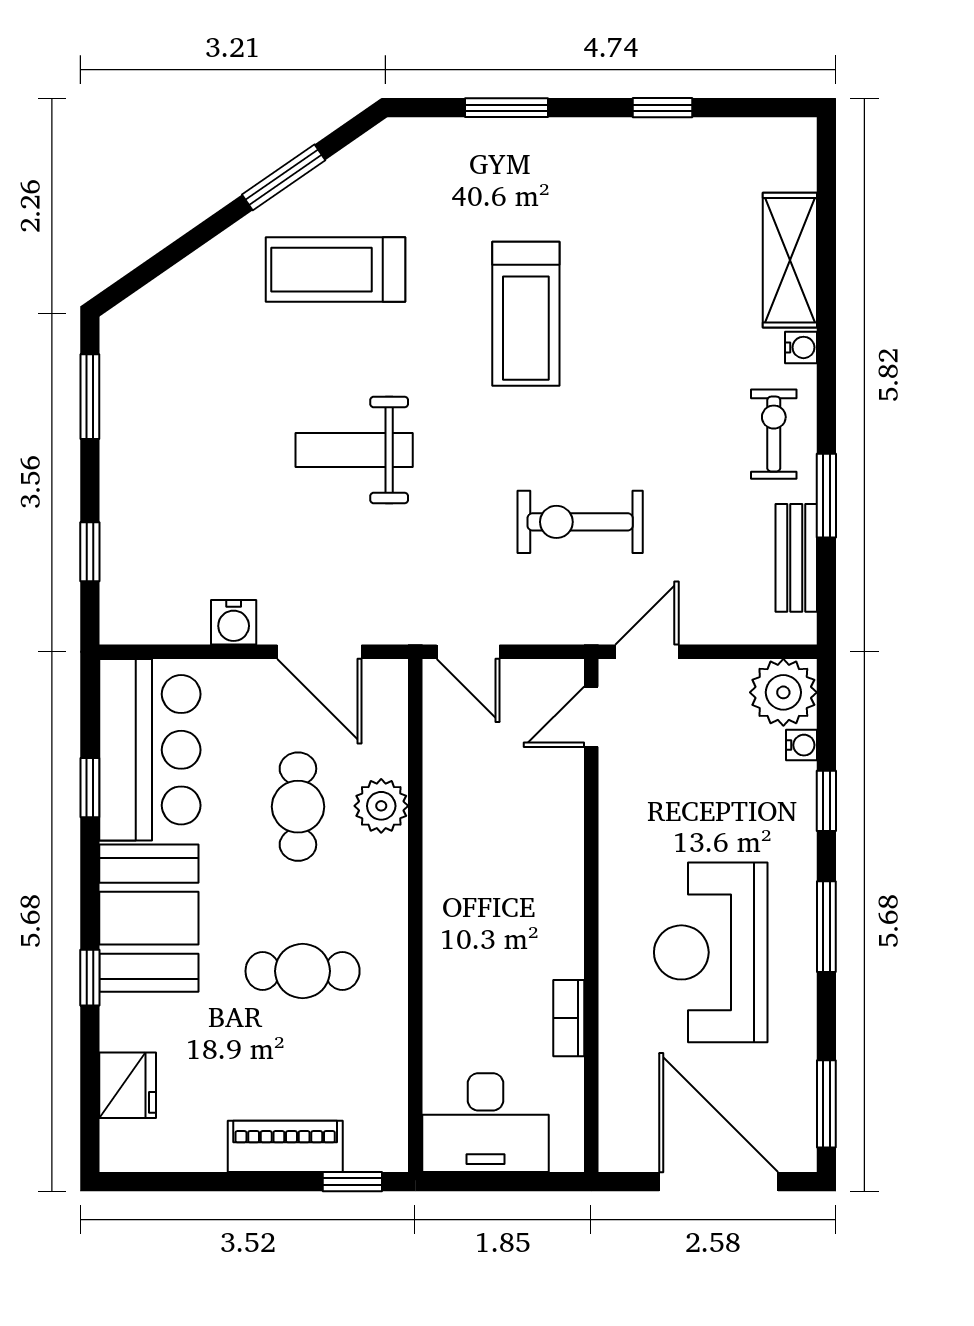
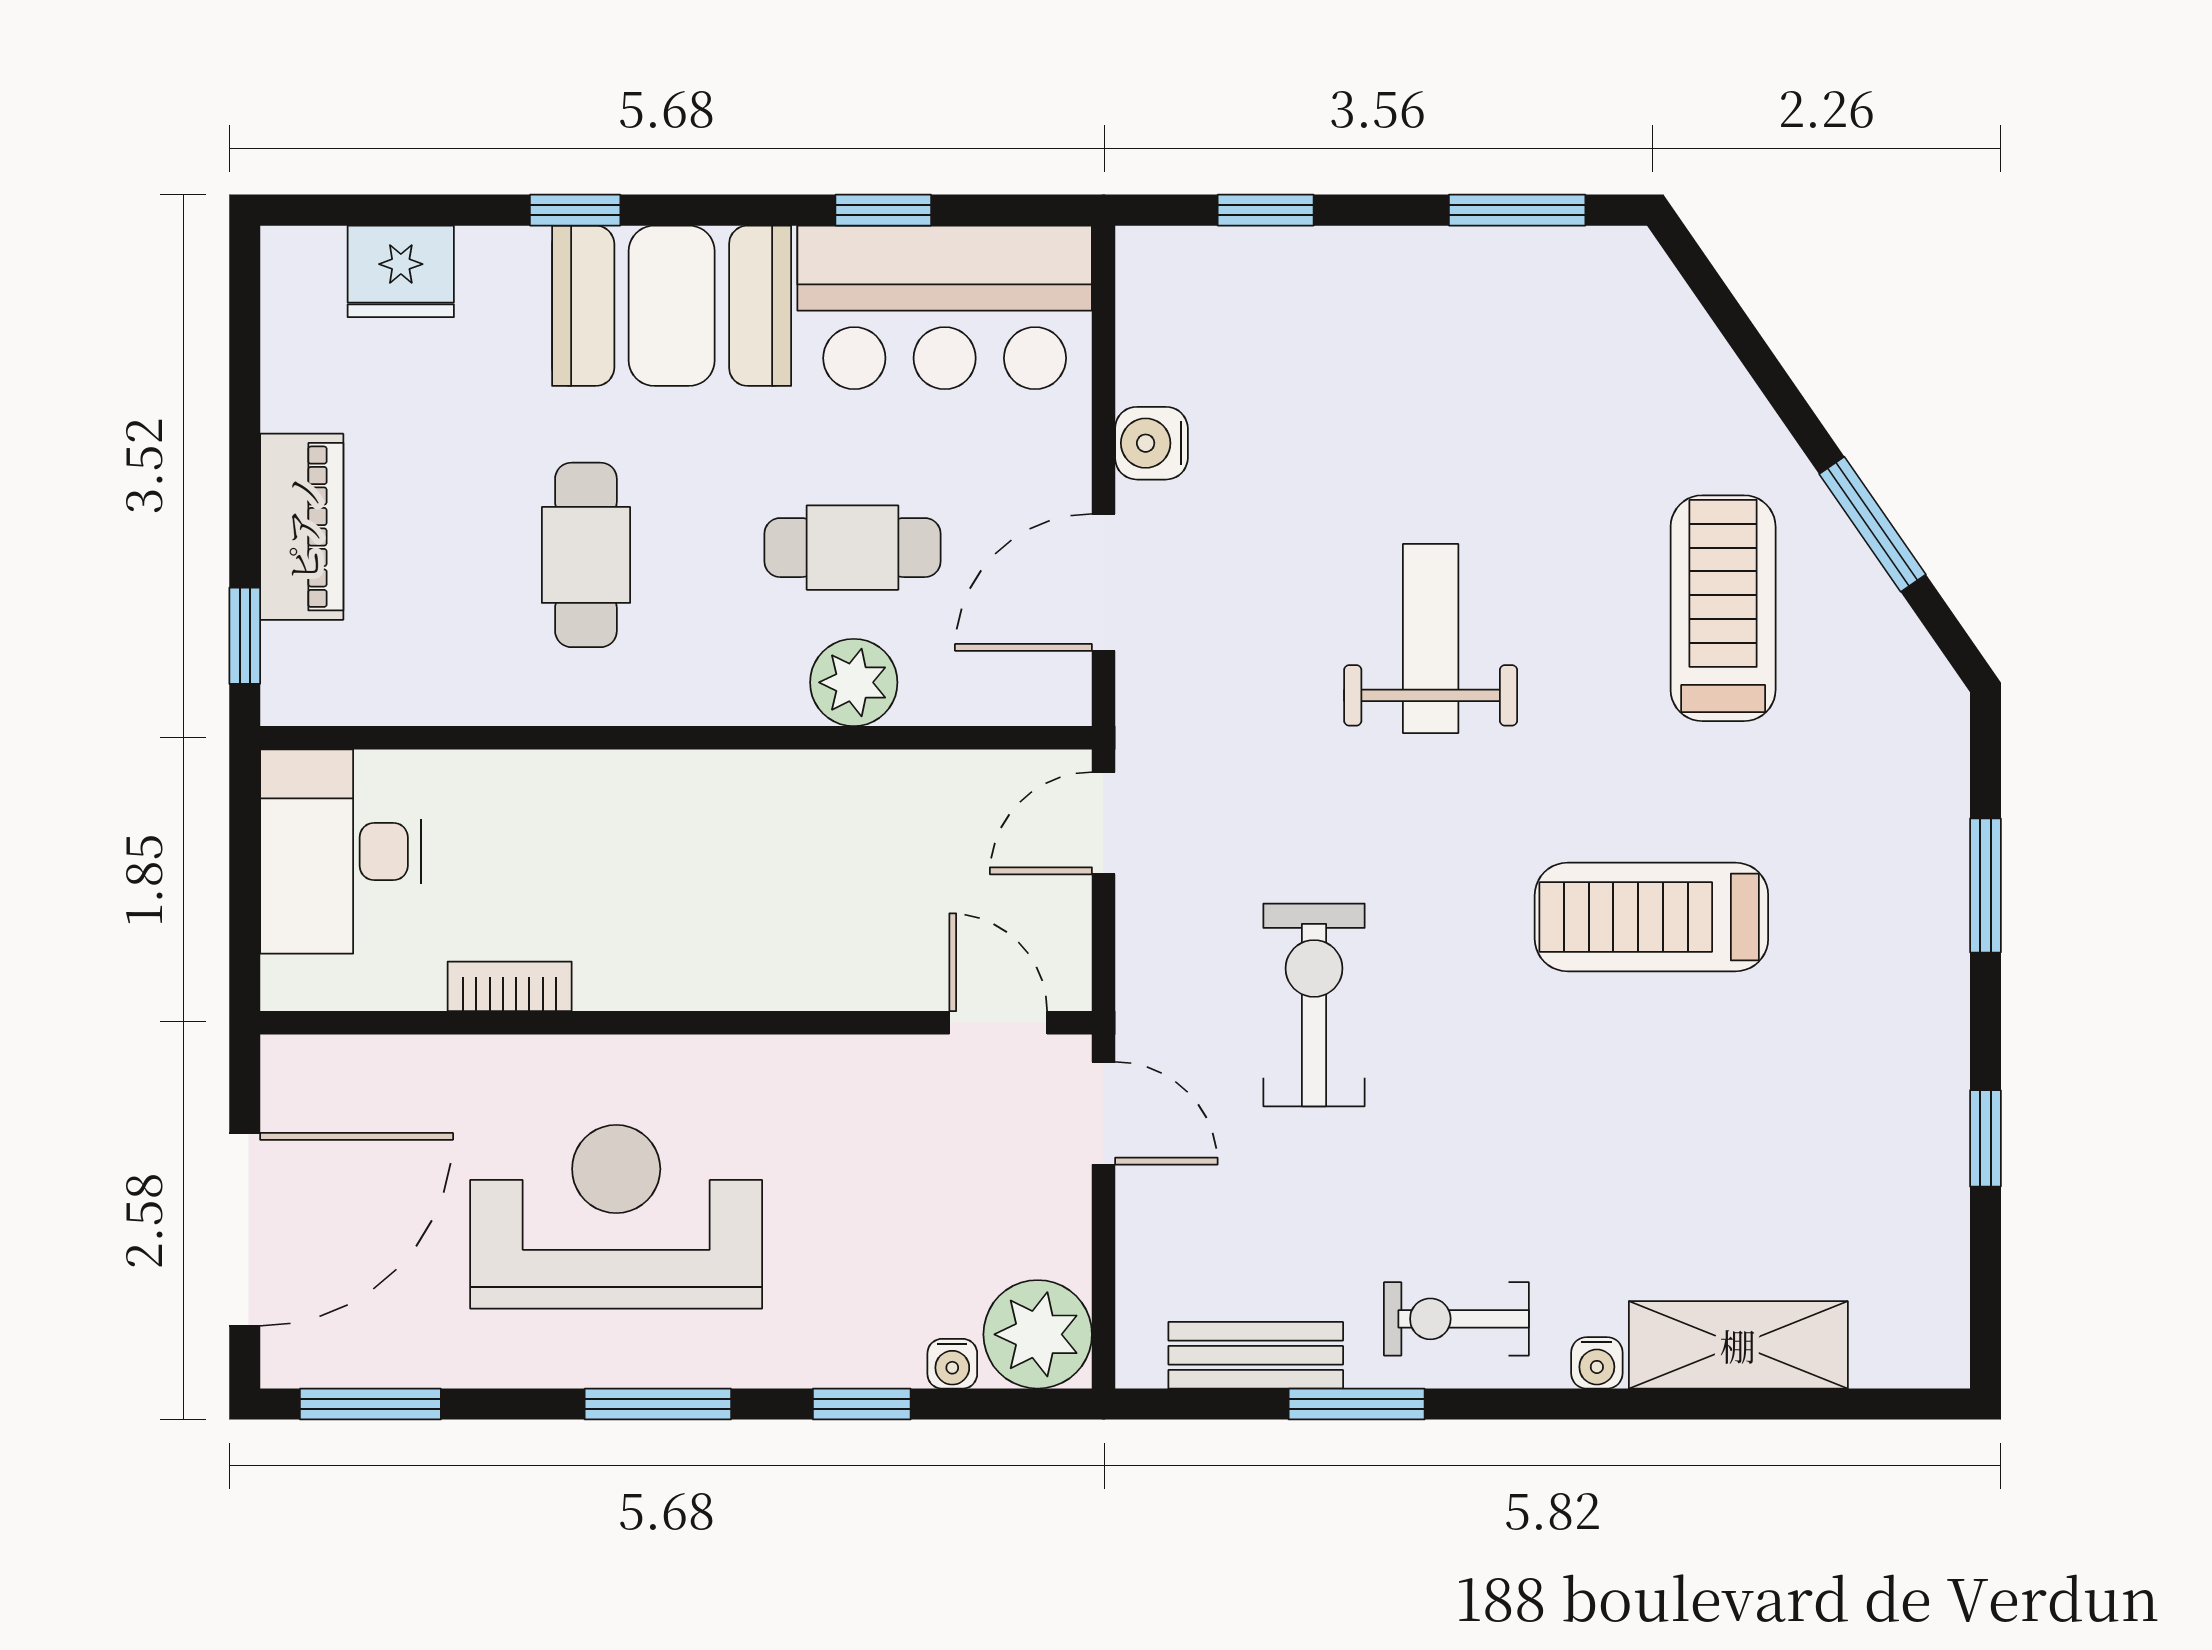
exercise bike: (774, 434) -> (1456, 1319), turned 180

